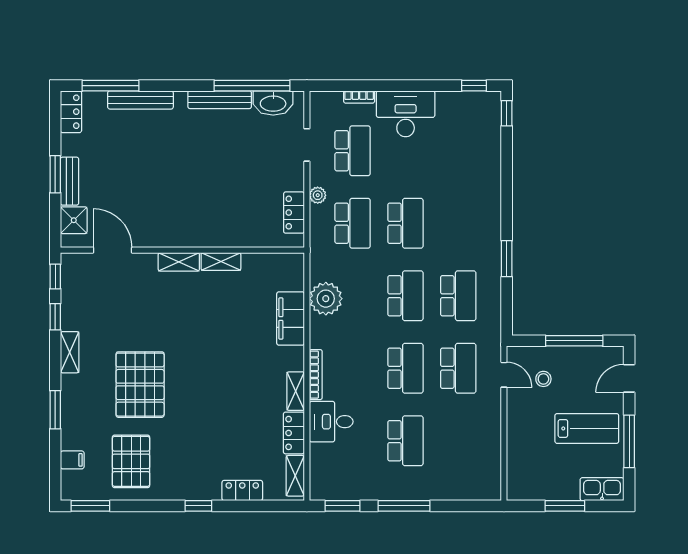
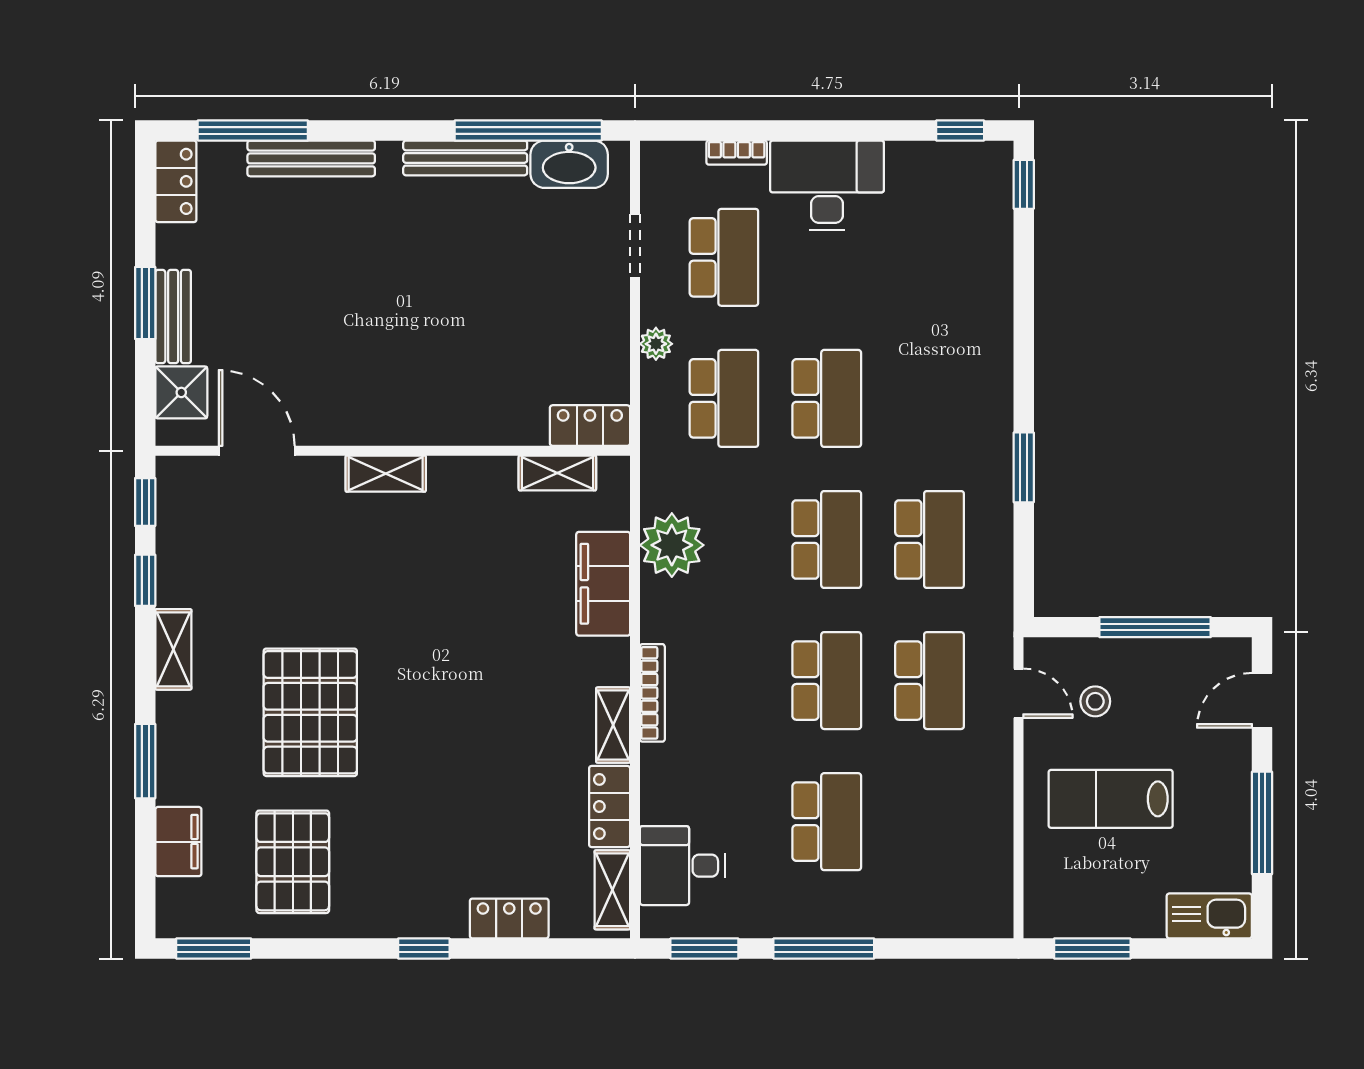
locker: (294, 213) -> (590, 426), moved, turned 90
shelving: (221, 262) -> (557, 473), moved
desk: (331, 422) -> (682, 866), moved
lab bench: (587, 428) -> (1111, 799), moved, turned 180
filing cabinet: (72, 460) -> (178, 842), width x2.00
window: (565, 506) -> (1092, 948), moved

